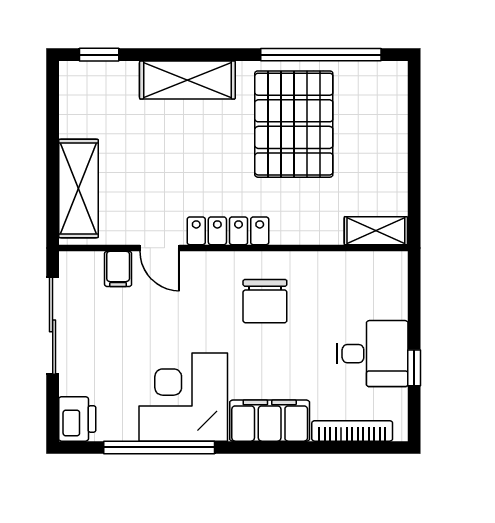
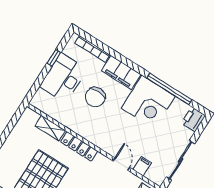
locker: (228, 231) -> (79, 146), moved
shelving: (376, 231) -> (50, 128), moved
chair: (265, 301) -> (95, 97), moved, turned 180
desk: (372, 354) -> (63, 78), width x1.37

